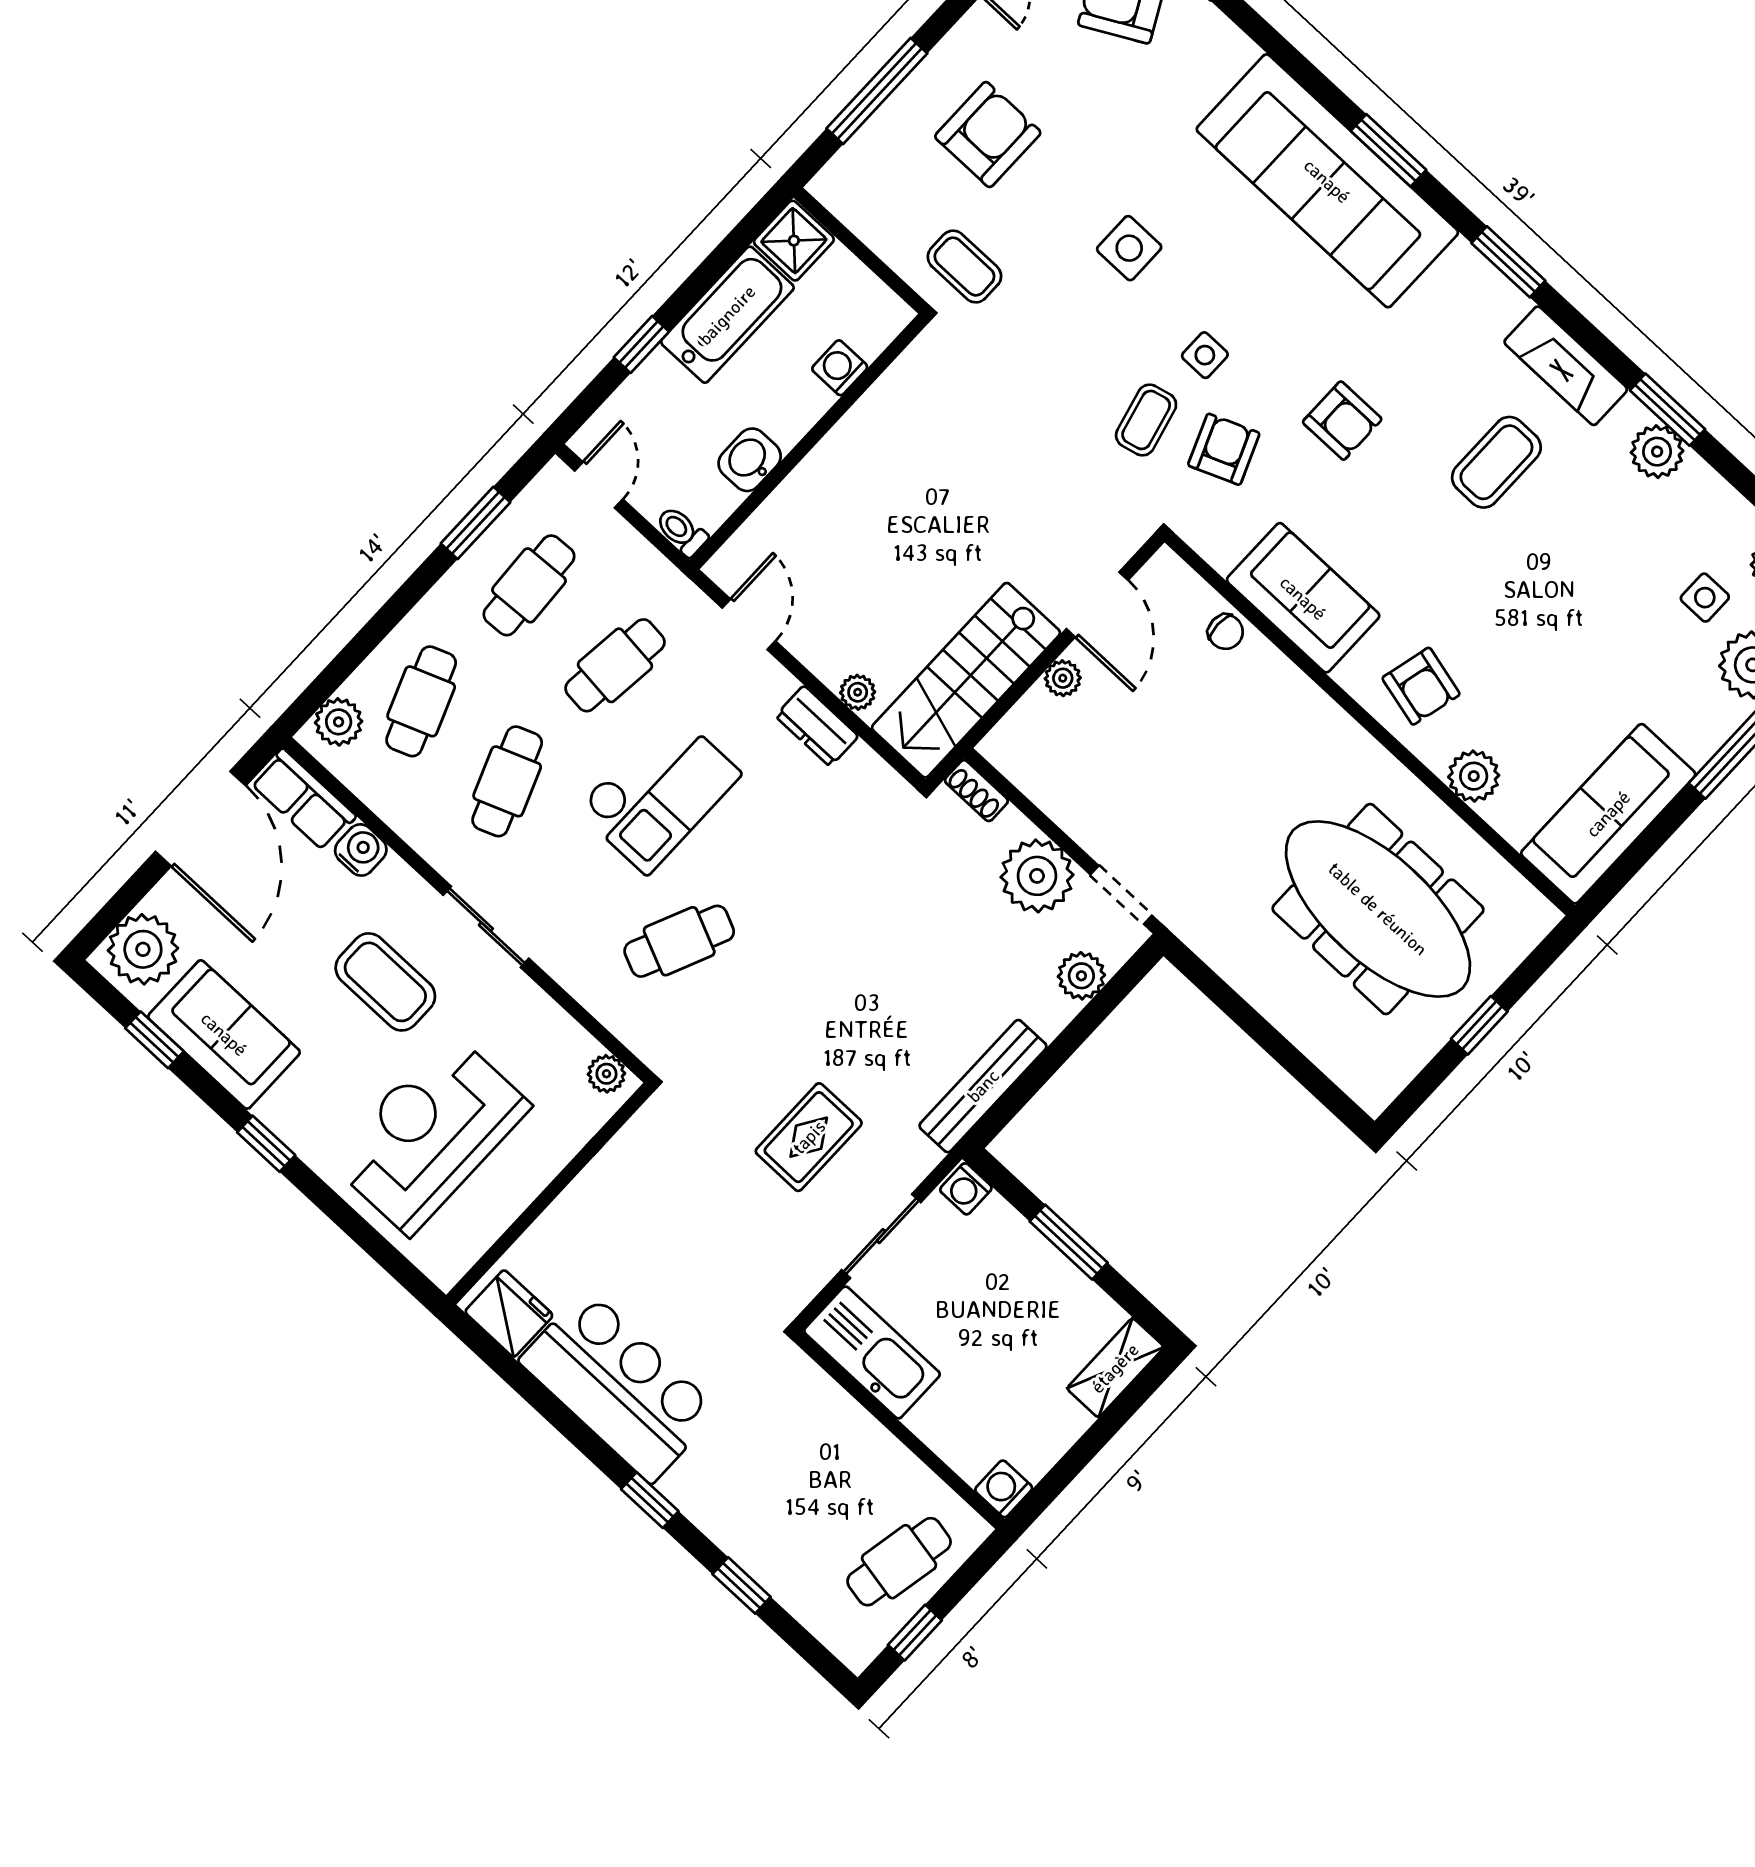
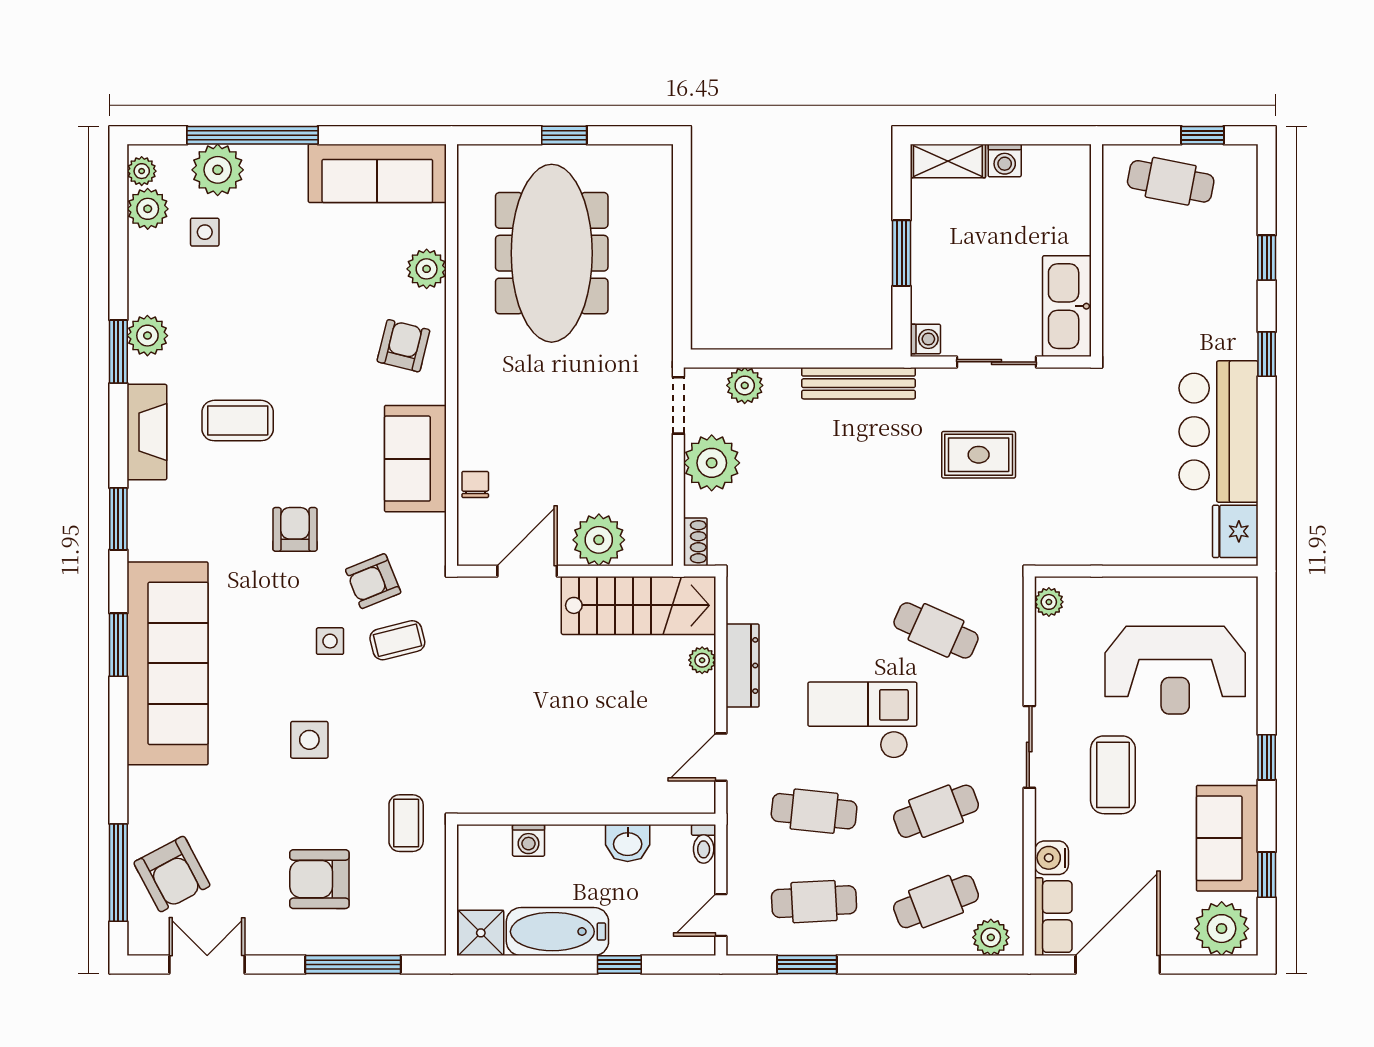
plant: (1063, 678) -> (599, 540), width x1.87, depth x1.87
dresser: (817, 726) -> (743, 665), width x1.44
washing machine: (1004, 1489) -> (1005, 160), moved

